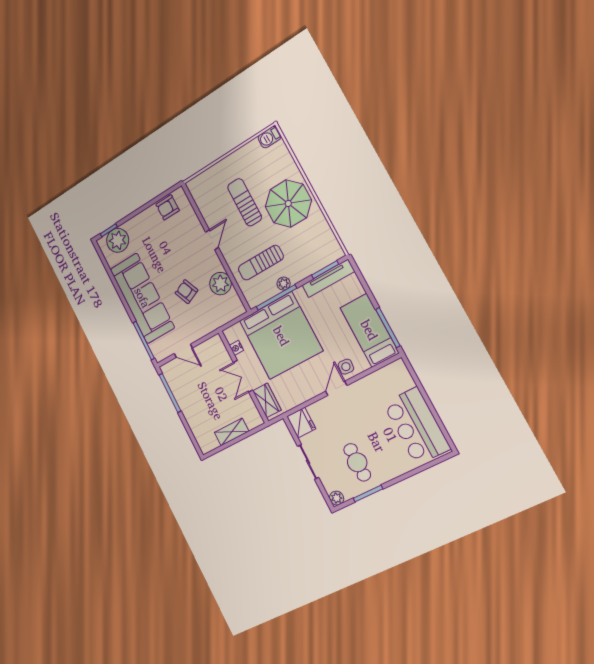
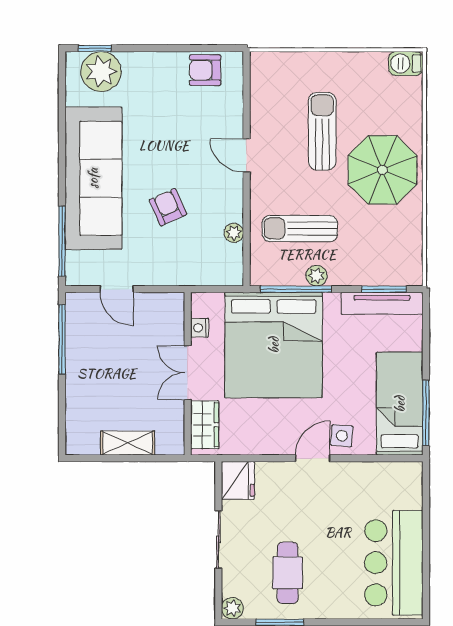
door: (212, 240) -> (247, 155), swing flipped
plant: (220, 284) -> (234, 233), width x0.53, depth x0.53

